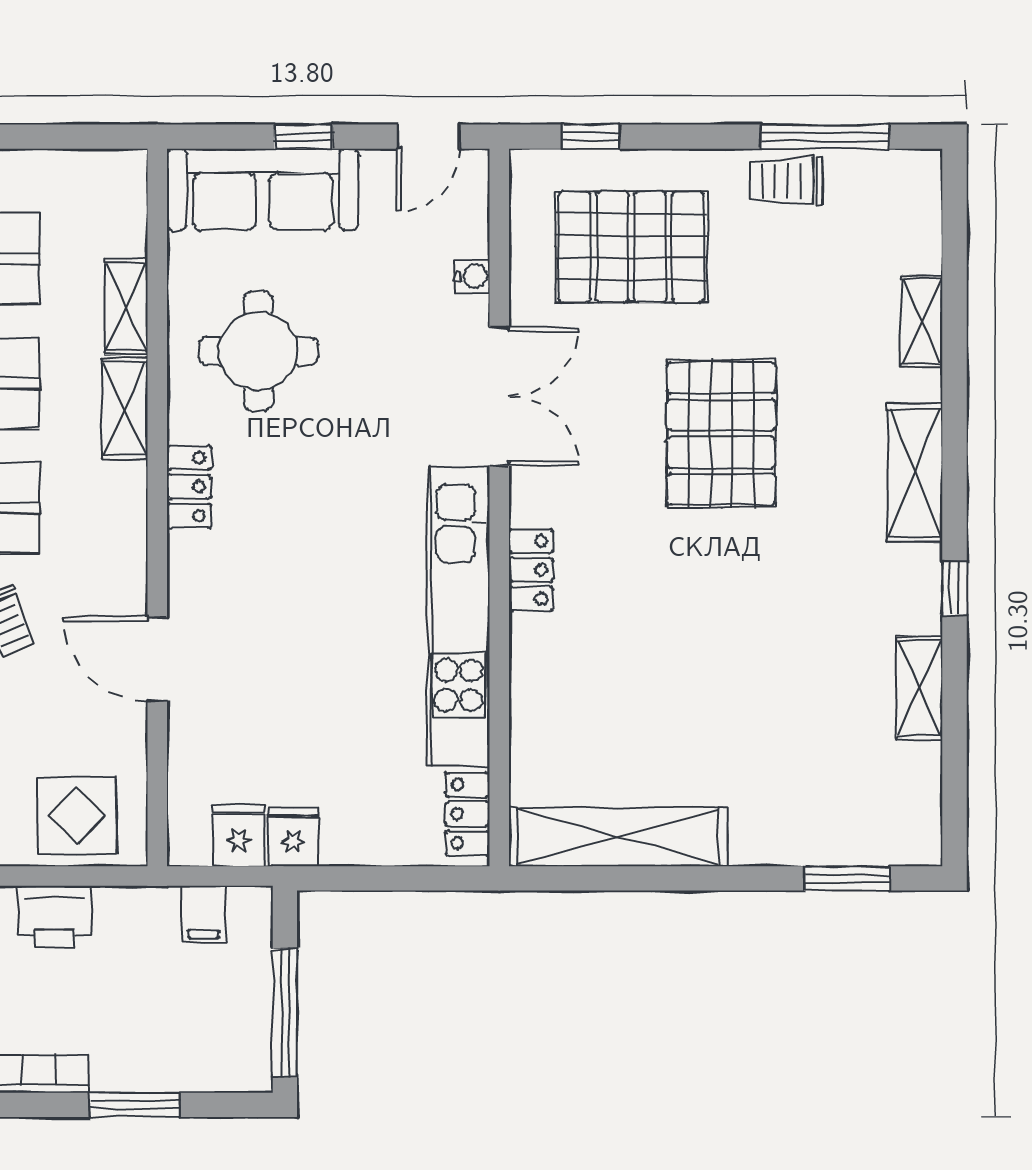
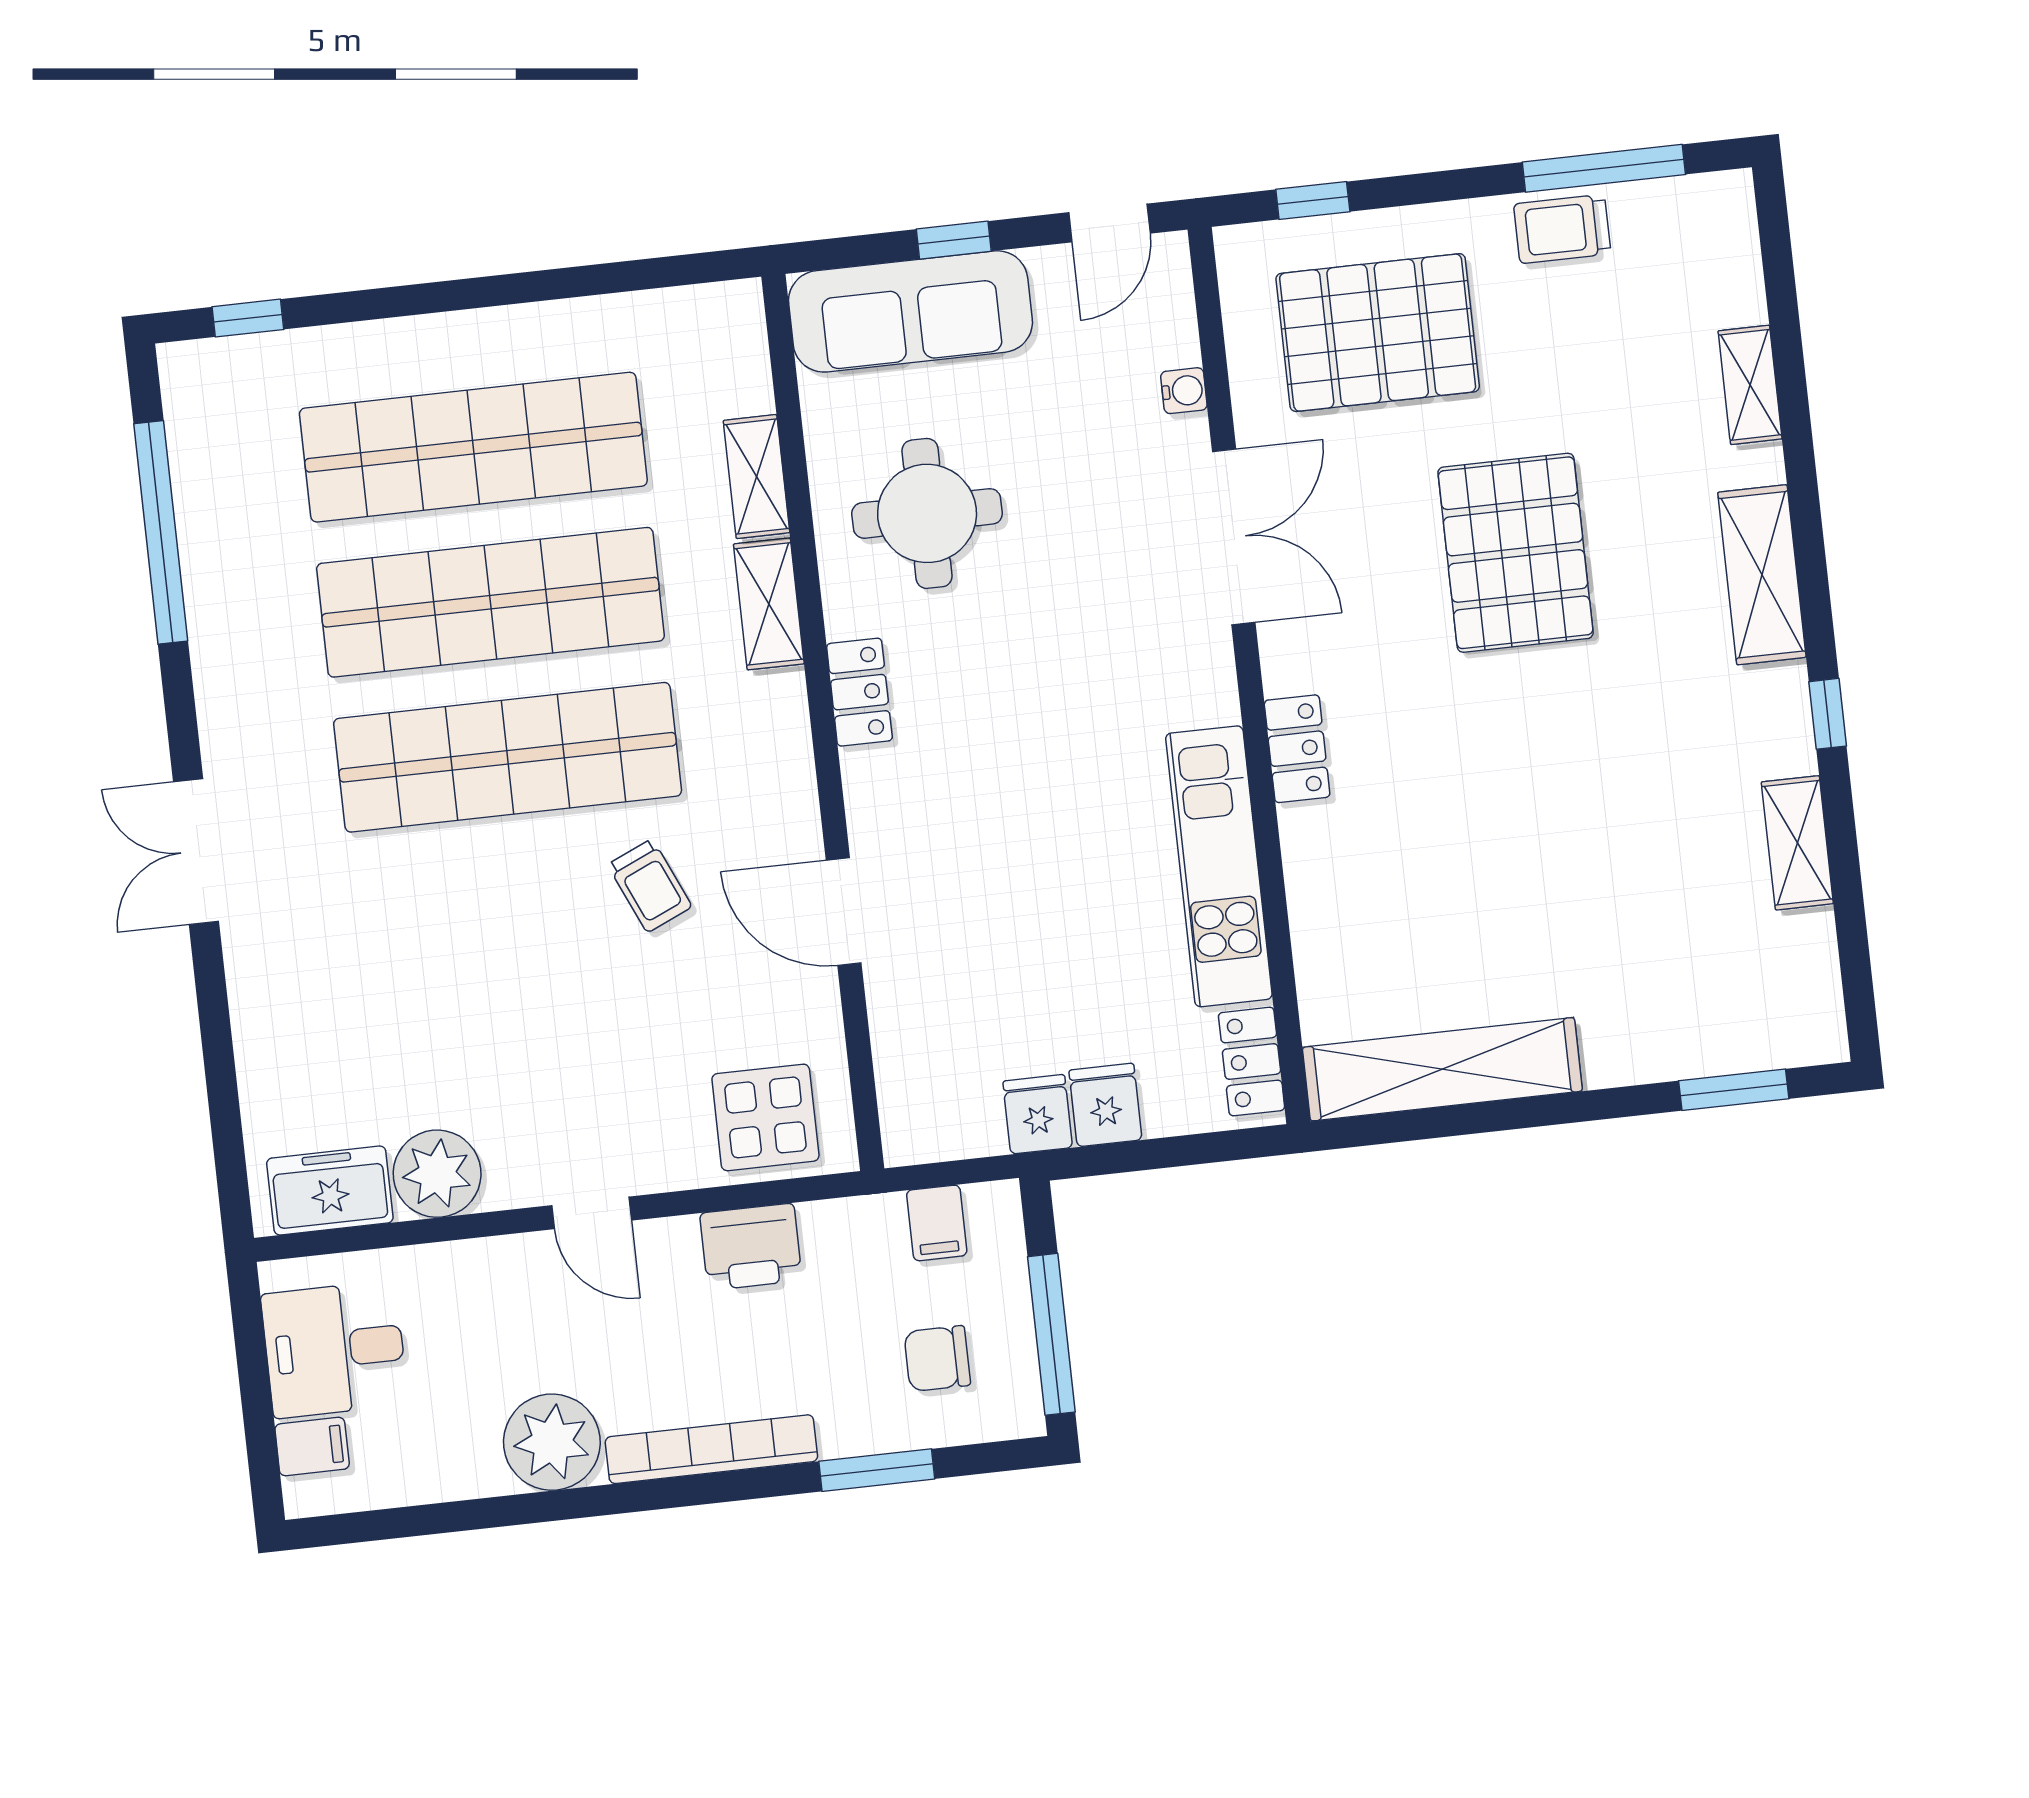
kitchen unit: (459, 616) -> (1219, 866), width x0.73
fridge: (239, 835) -> (1105, 1105), moved
chair: (192, 1022) -> (937, 1359), added

